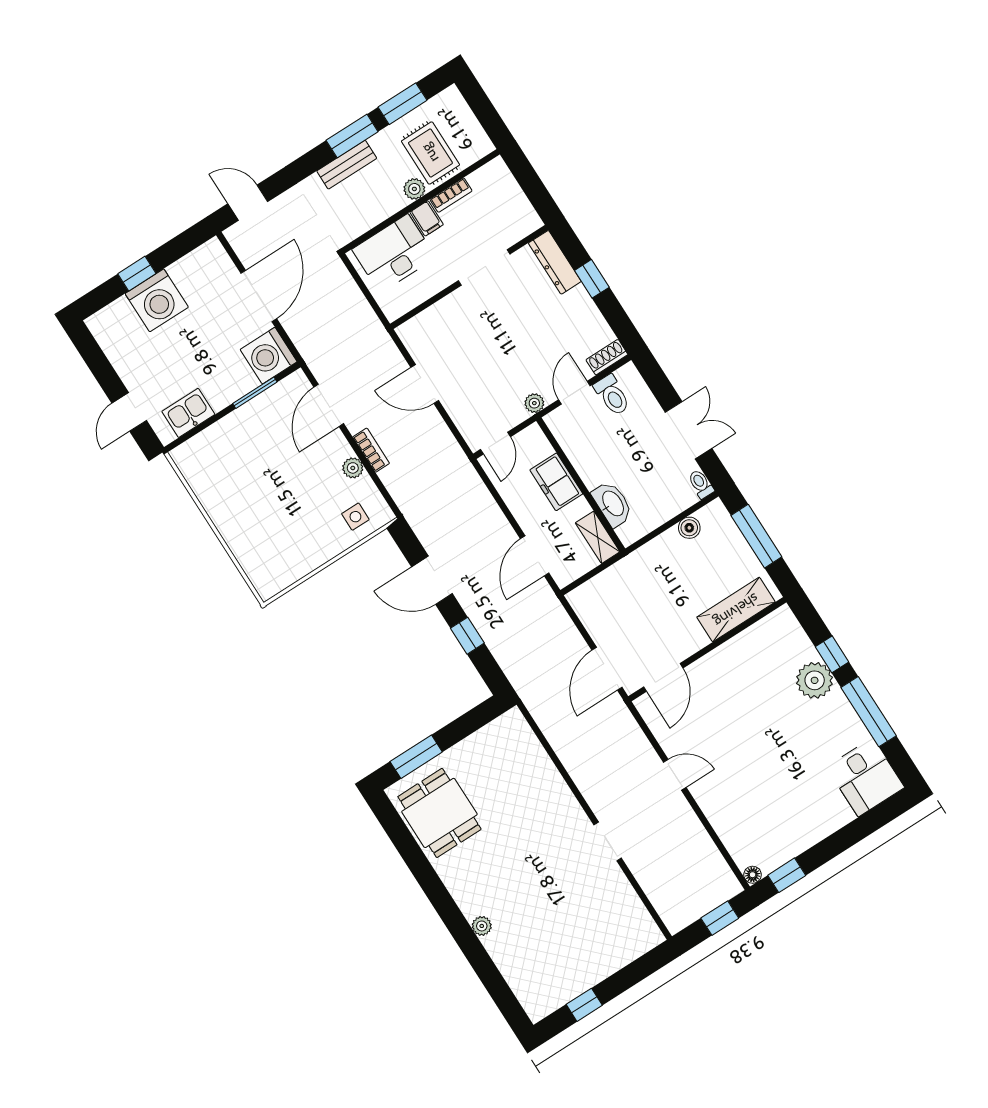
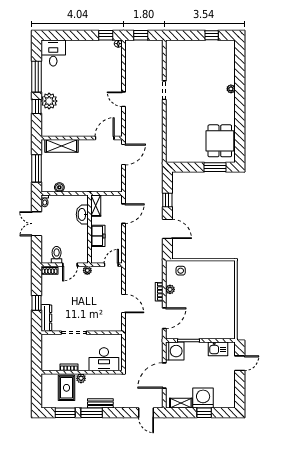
filing cabinet: (427, 218) -> (83, 364), removed
shelving: (193, 263) -> (181, 403), added

